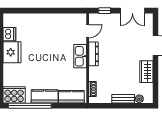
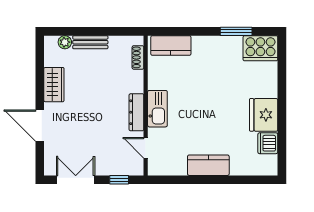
door: (88, 31) -> (146, 148), hinge flipped
kitchen counter: (45, 96) -> (208, 165), moved, turned 180
window: (30, 106) -> (236, 31), width x0.47

